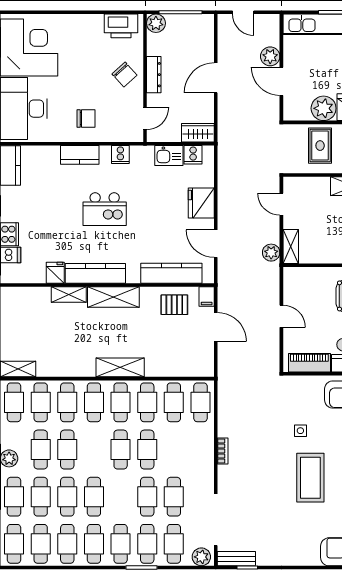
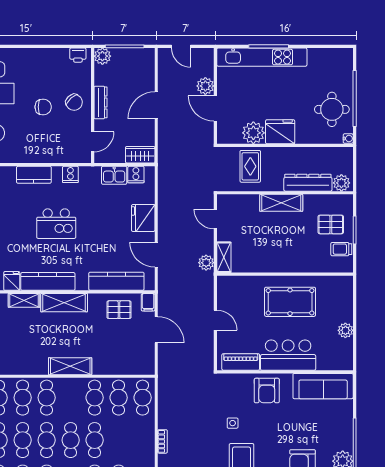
printer: (121, 26) -> (78, 55), width x0.53, depth x0.68
chair: (86, 119) -> (43, 107), moved
cafe table: (121, 402) -> (47, 440), moved

